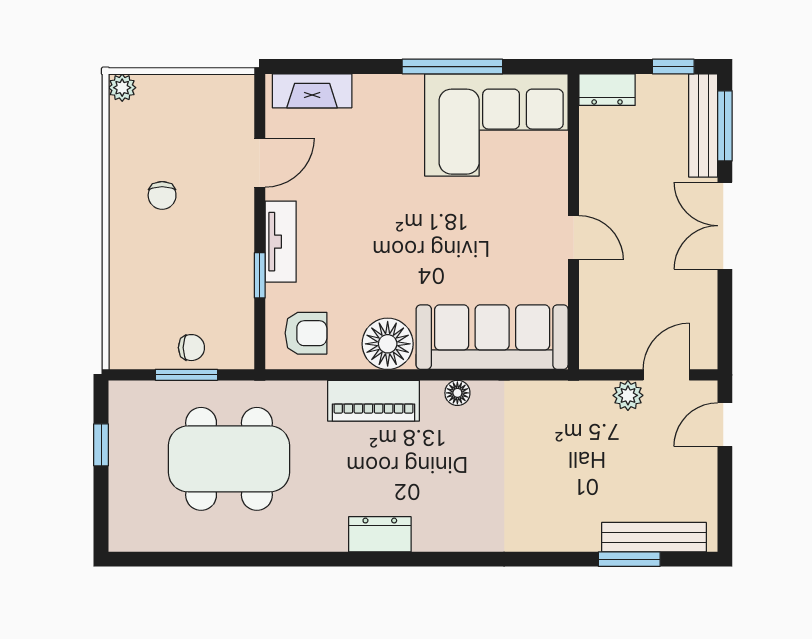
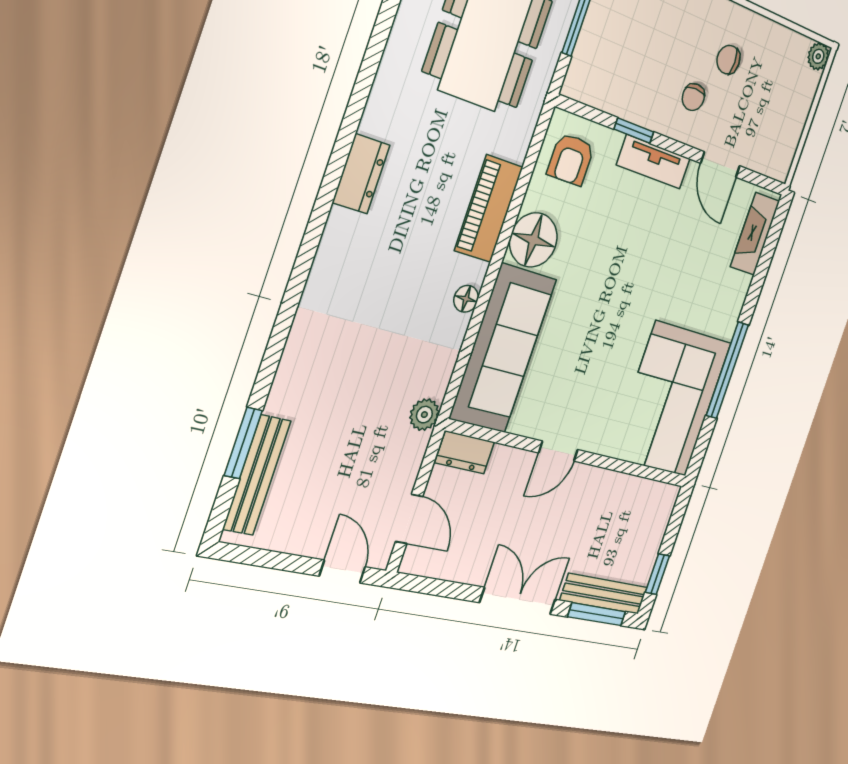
dresser: (607, 90) -> (465, 452), moved, turned -90
chair: (191, 348) -> (693, 97), moved
plant: (628, 395) -> (424, 415), moved

